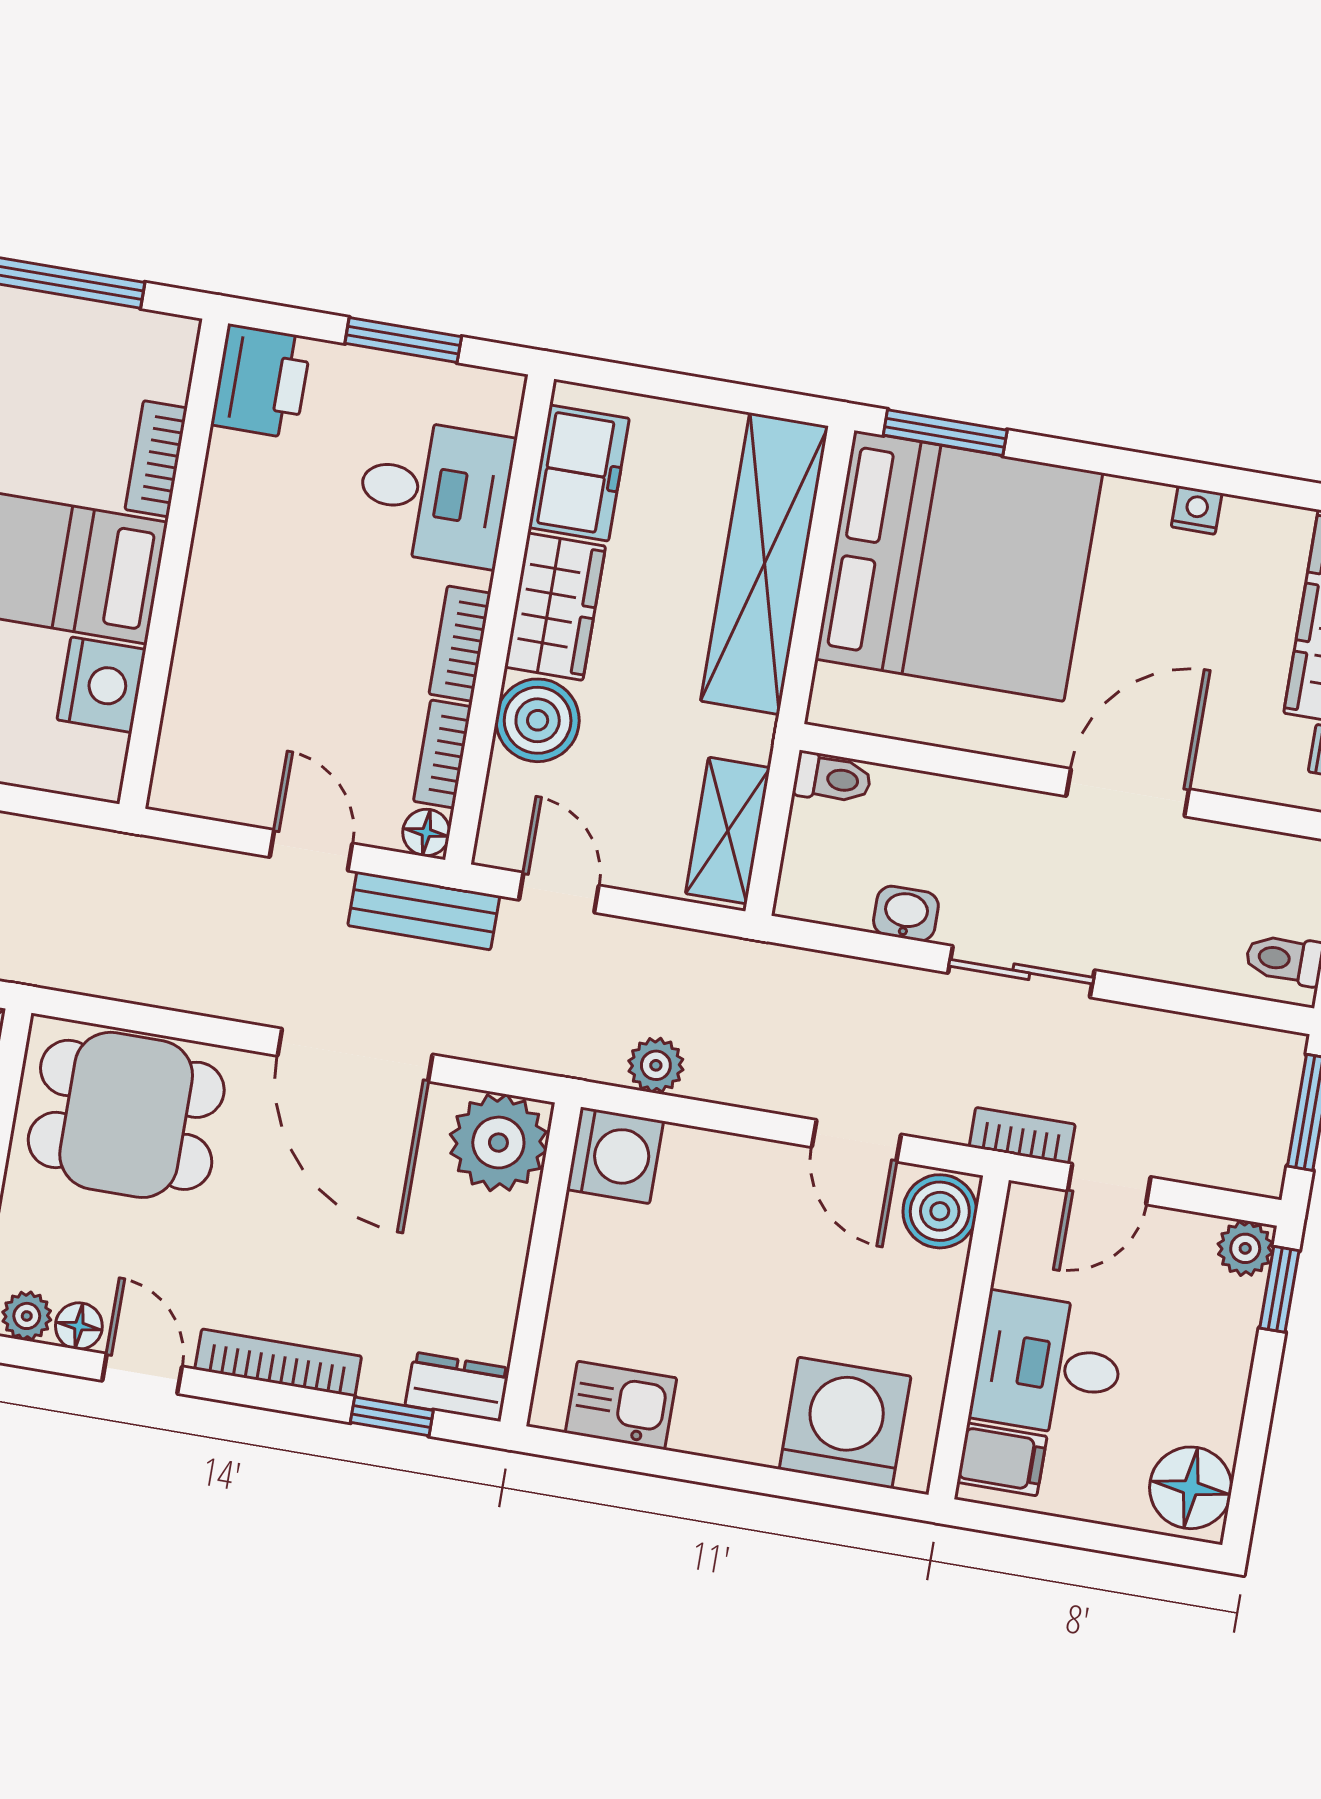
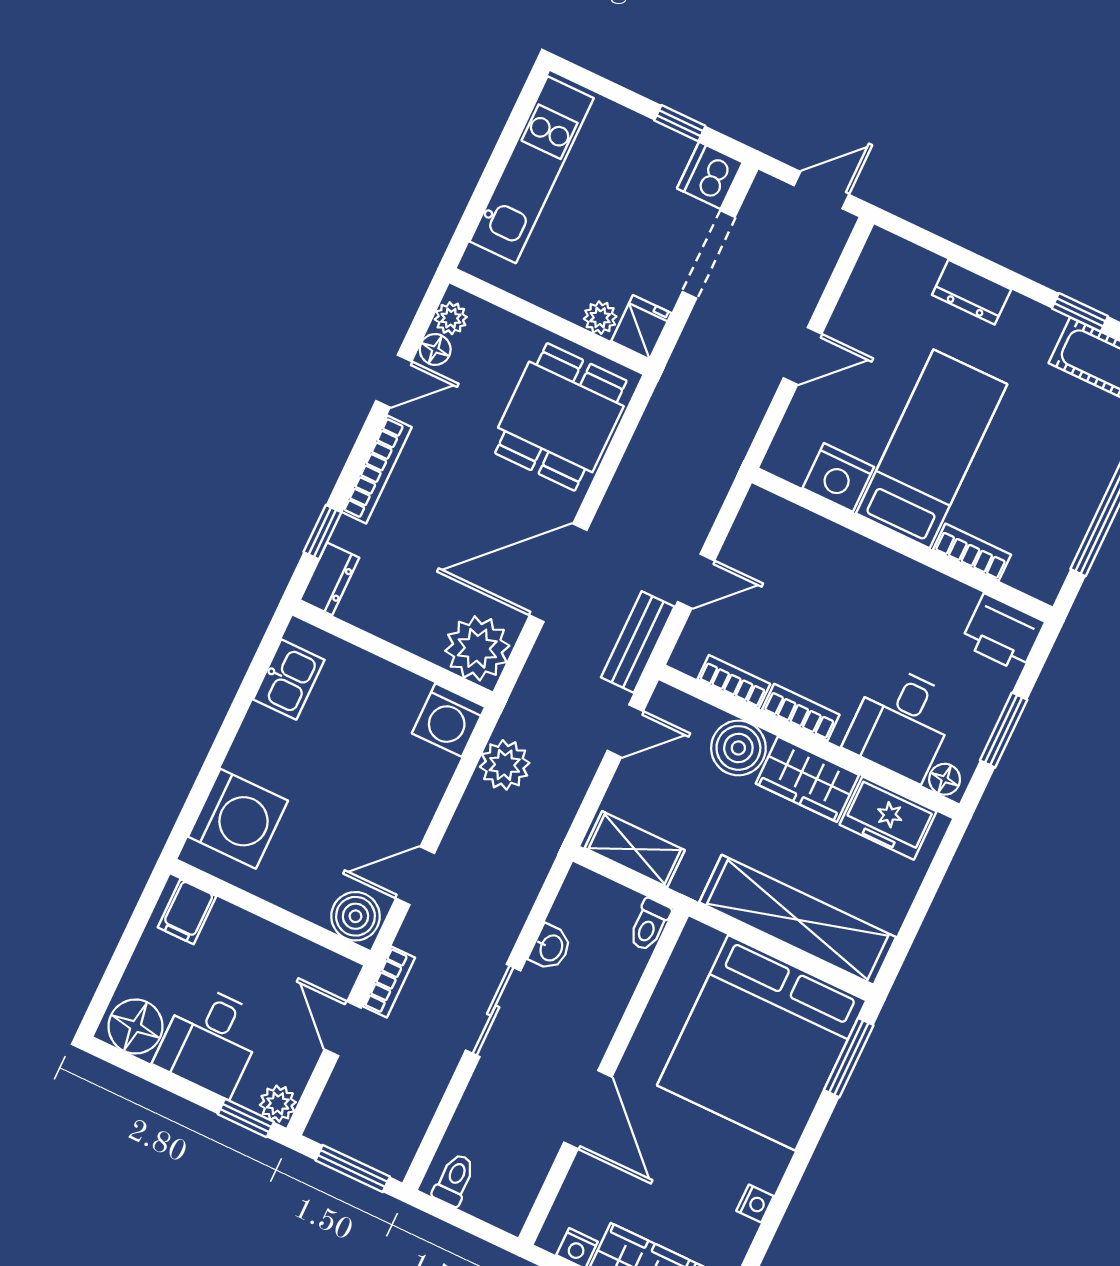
floor lamp: (426, 832) -> (945, 779), moved
plant: (656, 1065) -> (505, 765), width x1.38, depth x1.38
desk: (1048, 1365) -> (210, 1040), moved, turned 180

